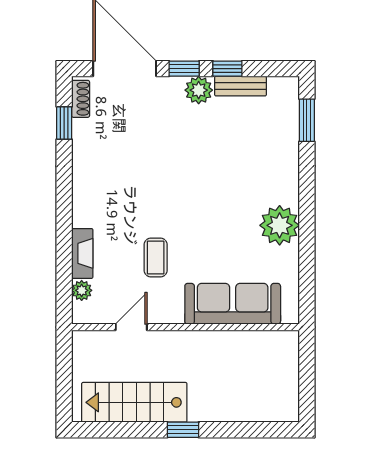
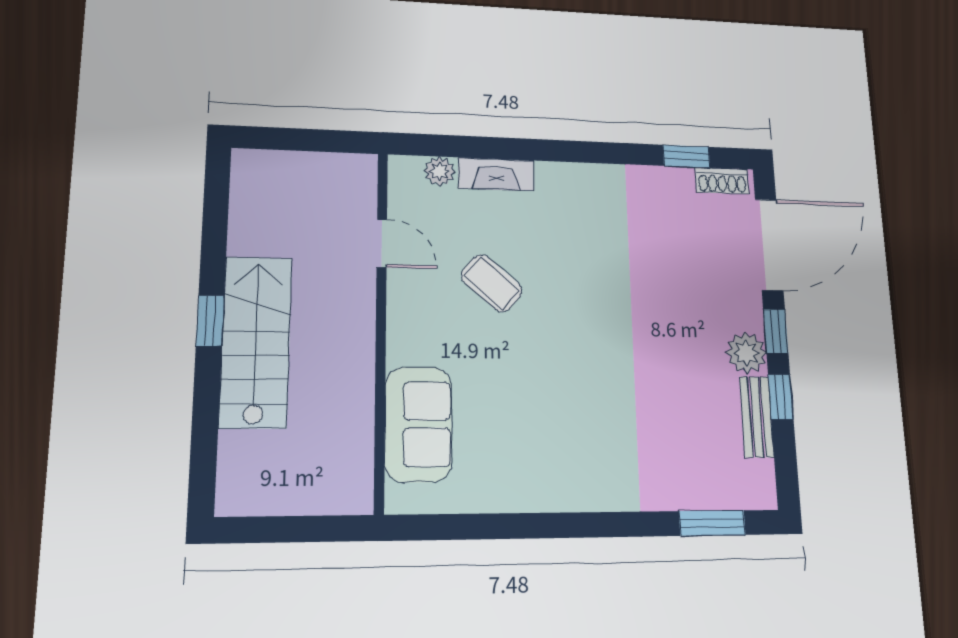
plant: (280, 225) -> (546, 480), removed
coffee table: (156, 258) -> (491, 283), turned 41
sofa: (233, 304) -> (418, 424), width x0.73
stairs: (134, 402) -> (256, 342), moved

